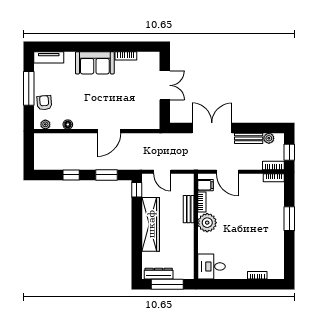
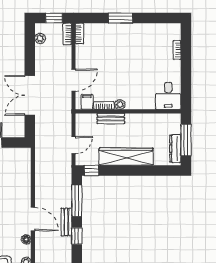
door: (109, 131) -> (33, 219), moved
bench: (249, 138) -> (66, 222), moved
window: (107, 175) -> (77, 201), width x1.44
plant: (207, 223) -> (120, 104), width x0.53, depth x0.53

